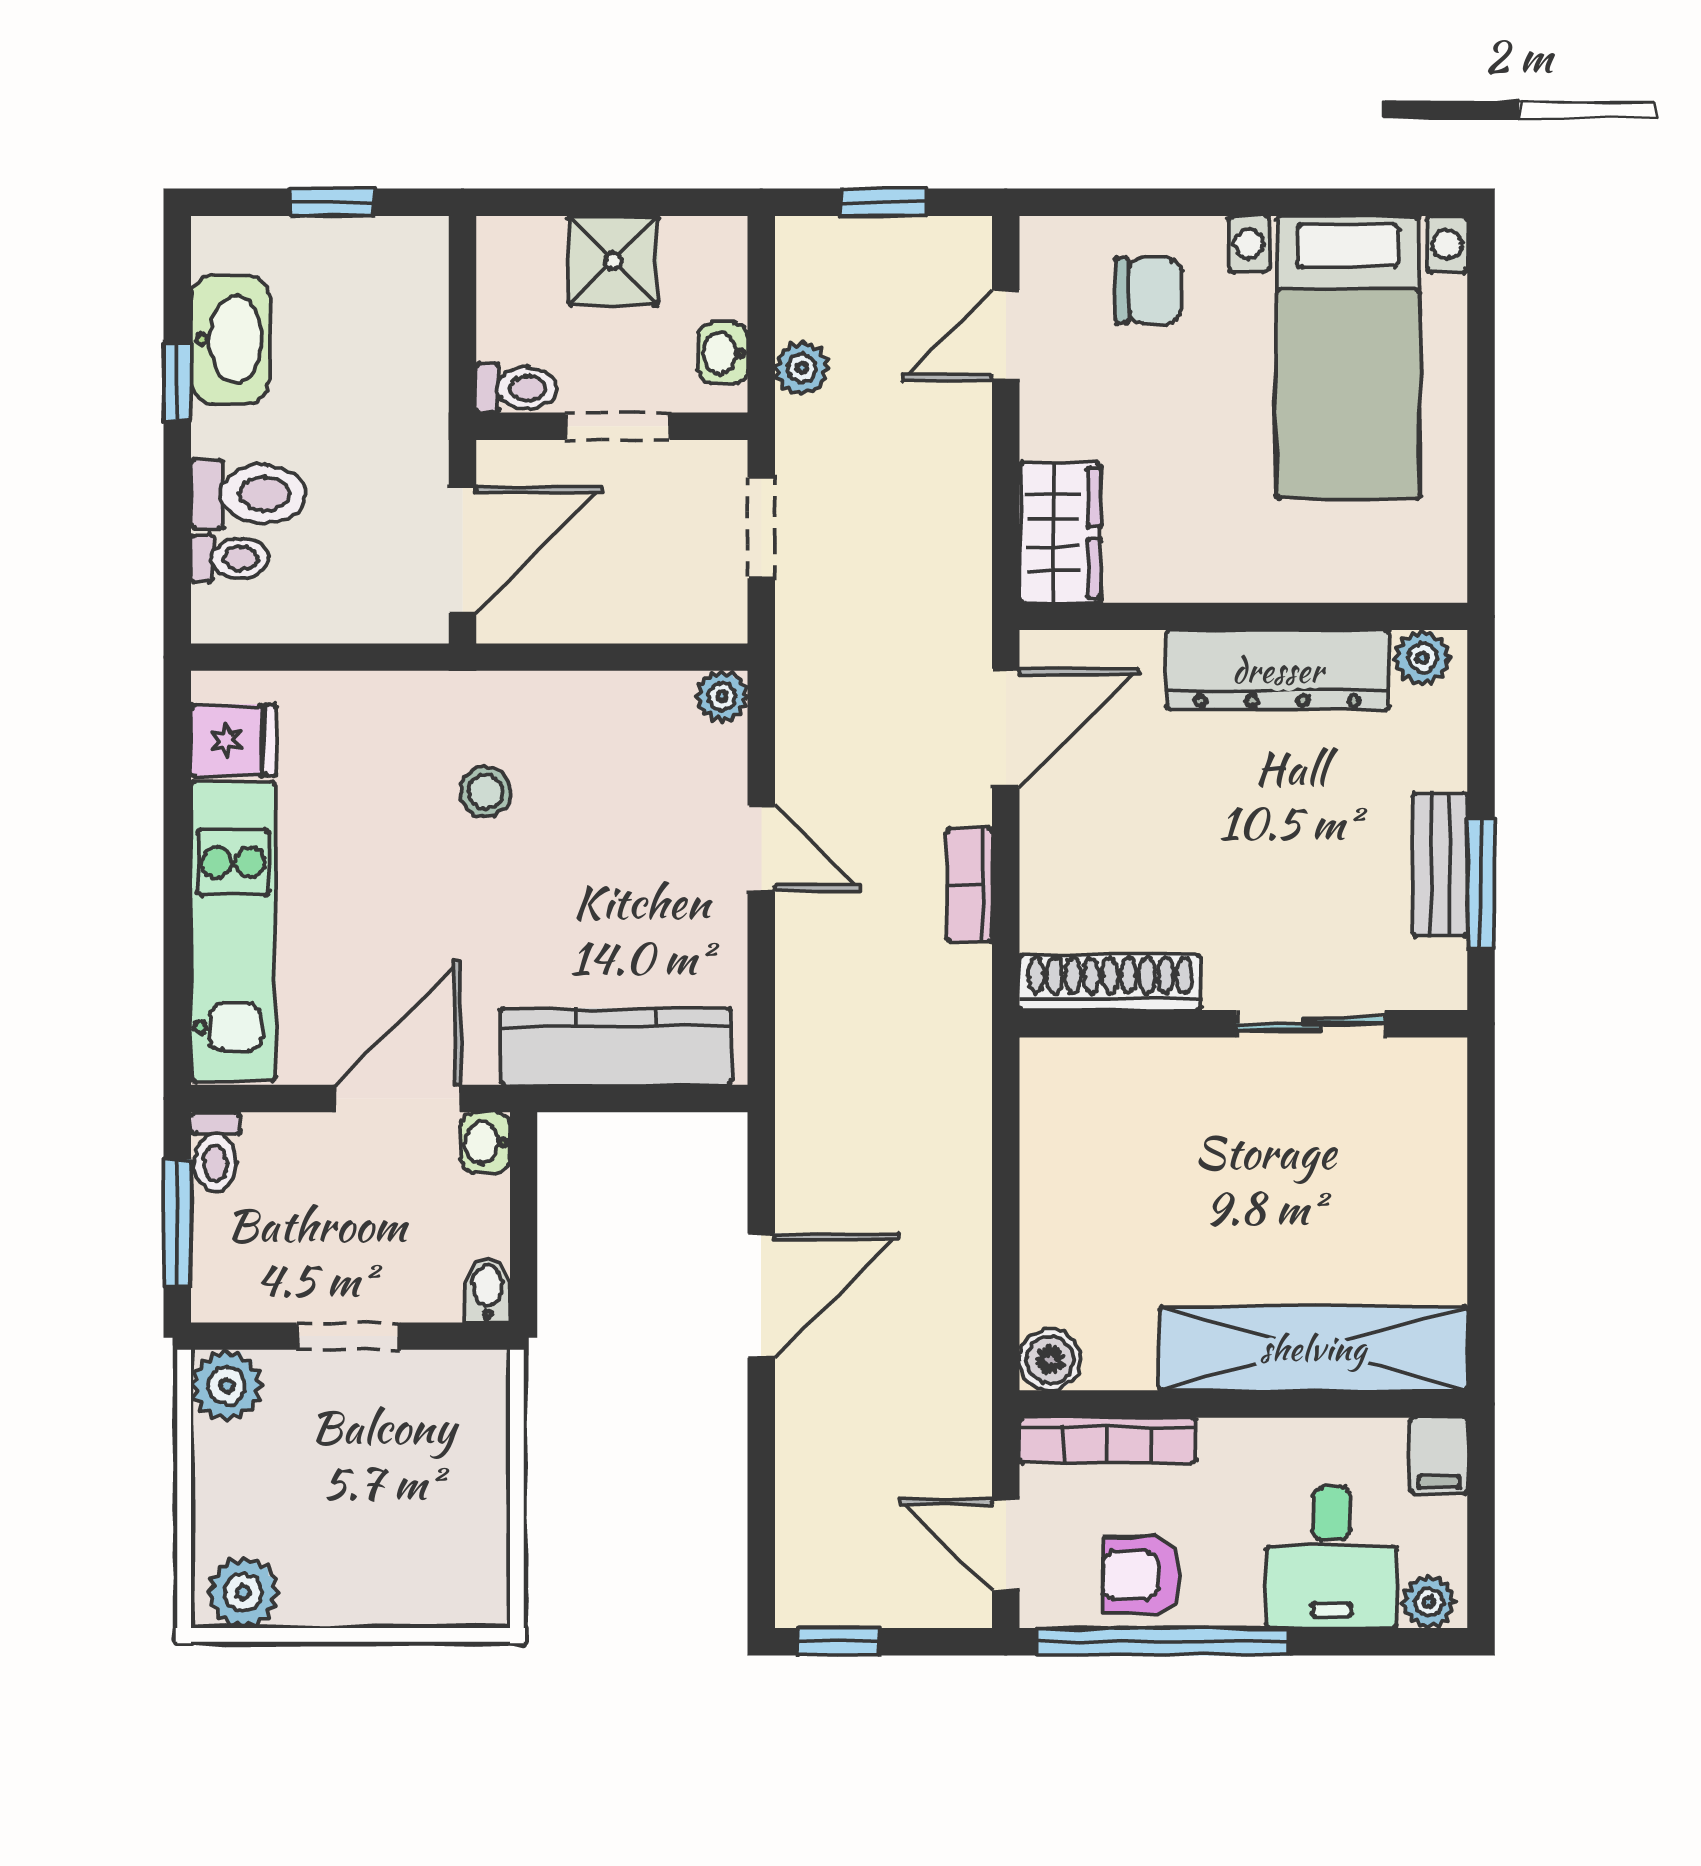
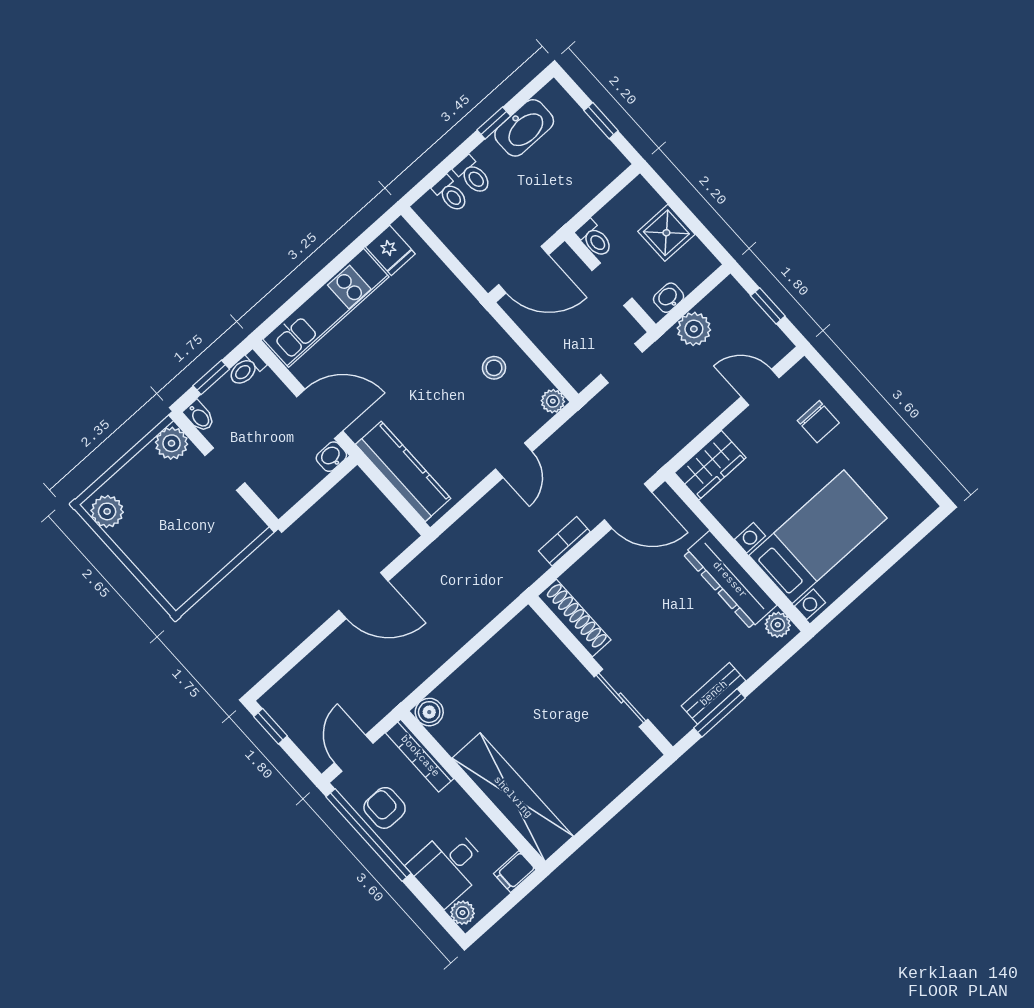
bed with nightstands: (1348, 357) -> (818, 537), moved, turned 180
plant: (802, 368) -> (694, 329), width x1.38, depth x1.38
toilet: (248, 494) -> (473, 175), width x0.73, depth x0.72
stool: (485, 792) -> (494, 368), moved
window: (177, 1223) -> (211, 377), width x0.67
bidet: (488, 1290) -> (199, 416), moved, turned 90

